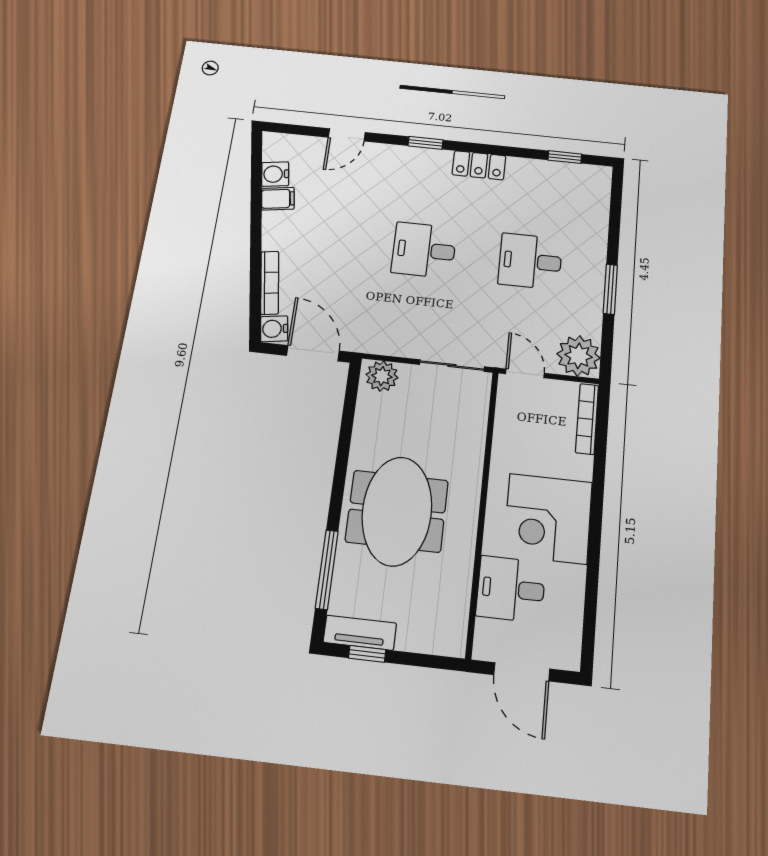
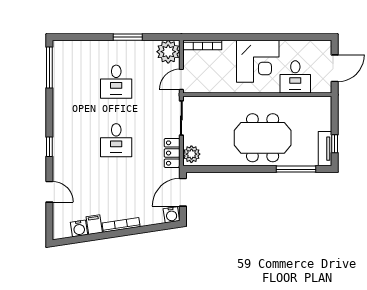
window: (565, 157) -> (49, 67), width x2.17
locker: (479, 165) -> (172, 153), moved, turned 180
bookcase: (270, 283) -> (121, 225), moved

